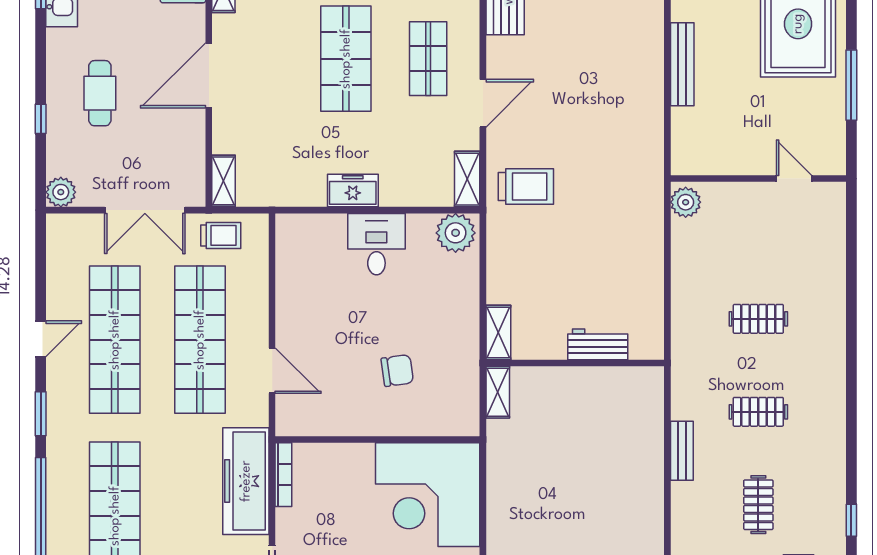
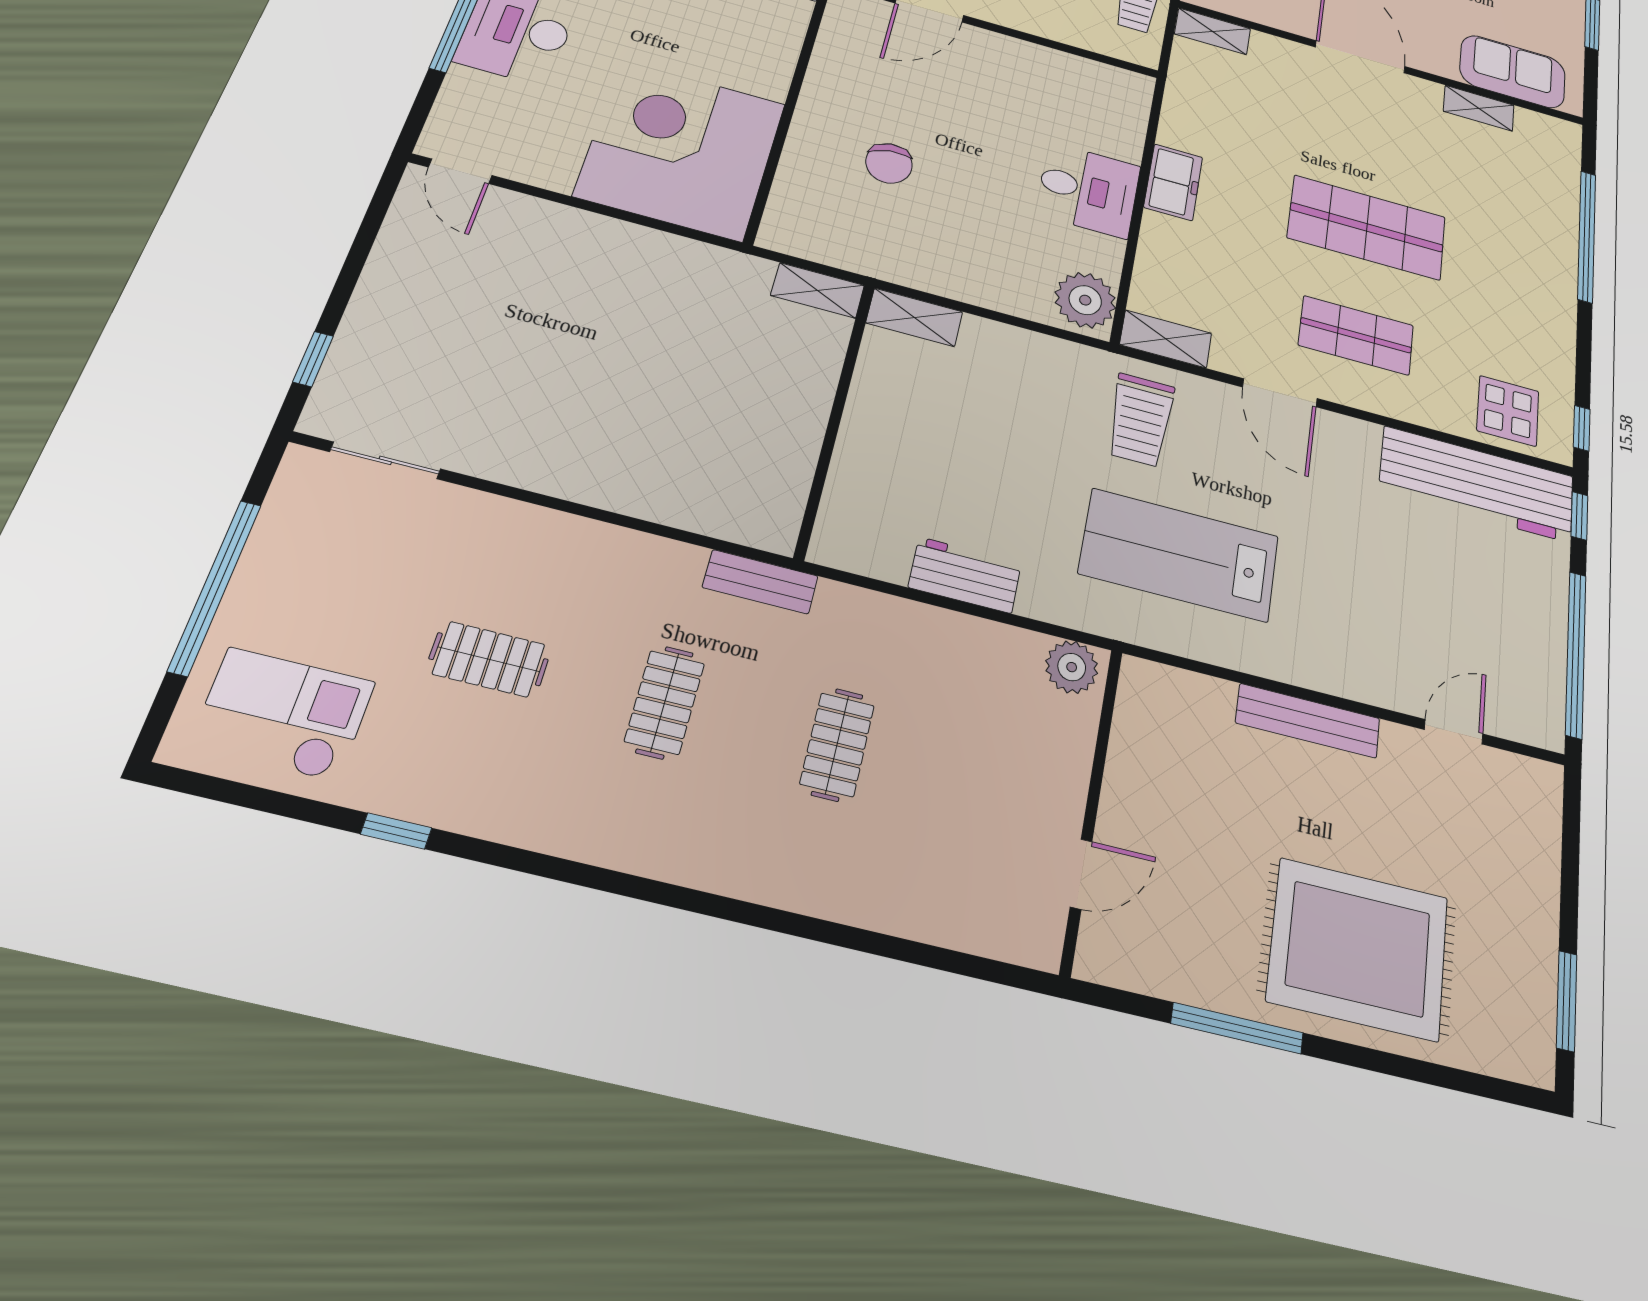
lab bench: (604, 151) -> (1179, 555), added
workbench: (598, 344) -> (965, 575), moved, turned -90
bench: (682, 451) -> (760, 582), moved

